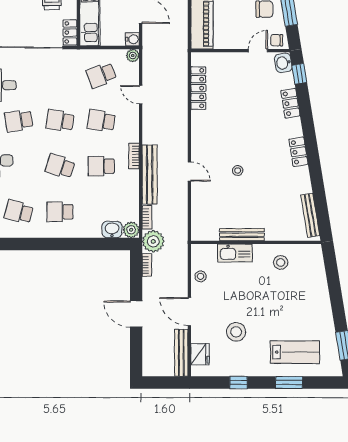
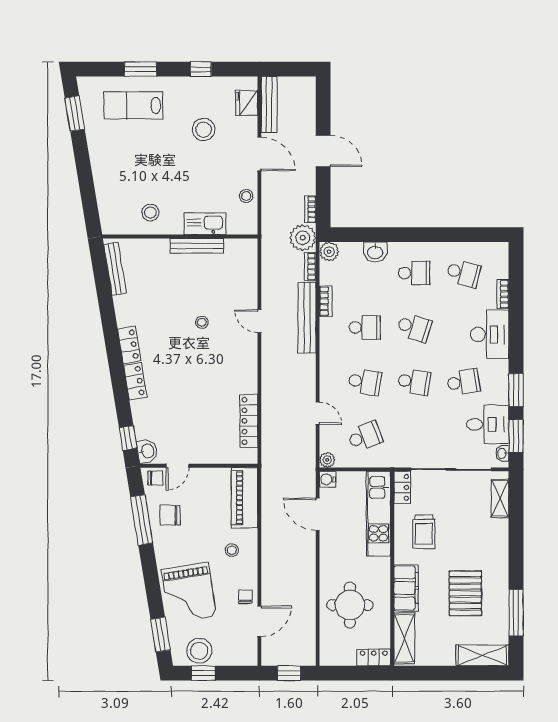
locker: (290, 103) -> (135, 381), moved
bookcase: (134, 156) -> (326, 301), moved
washbasin: (112, 229) -> (375, 252), moved

